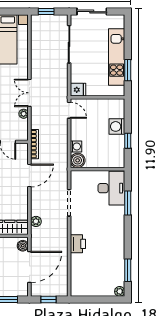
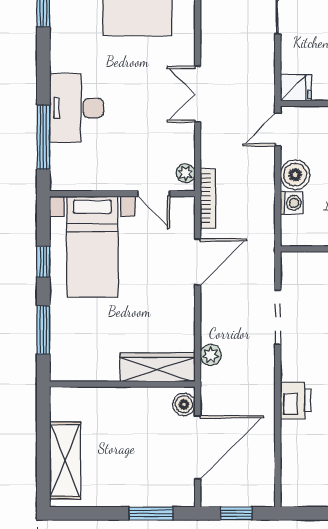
door: (69, 110) -> (278, 129), swing flipped
plant: (24, 114) -> (186, 173), moved
boiler: (78, 160) -> (295, 175), moved

